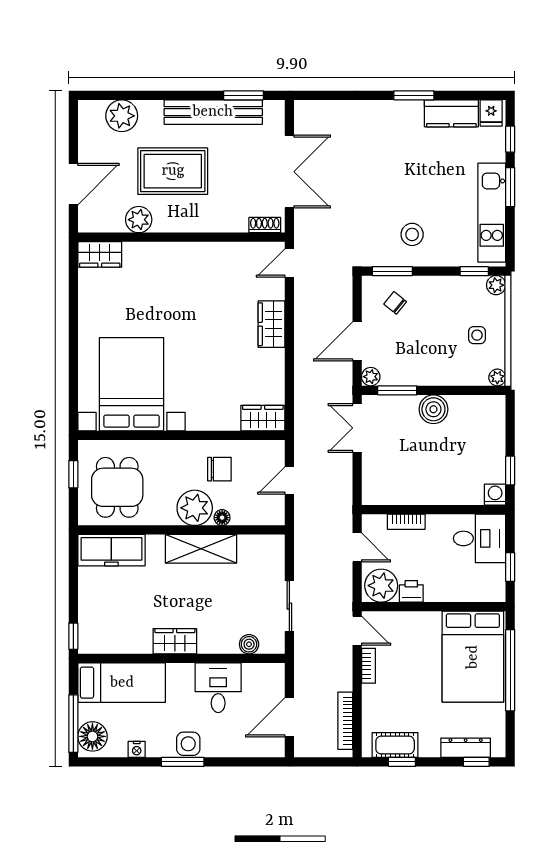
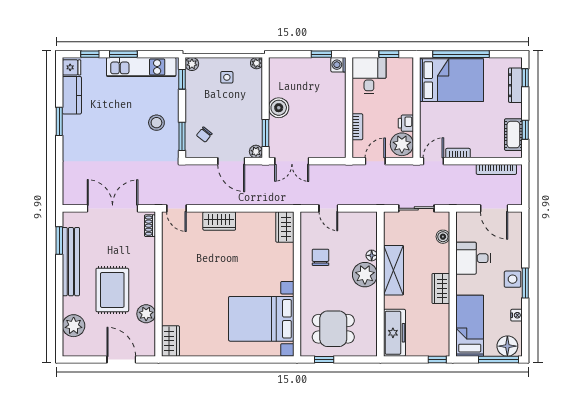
plant: (195, 508) -> (365, 275), moved
floor lamp: (222, 518) -> (372, 255), moved
wall: (181, 530) -> (380, 284), moved
shelving: (201, 549) -> (393, 270), moved
freezer: (111, 550) -> (394, 333), moved

